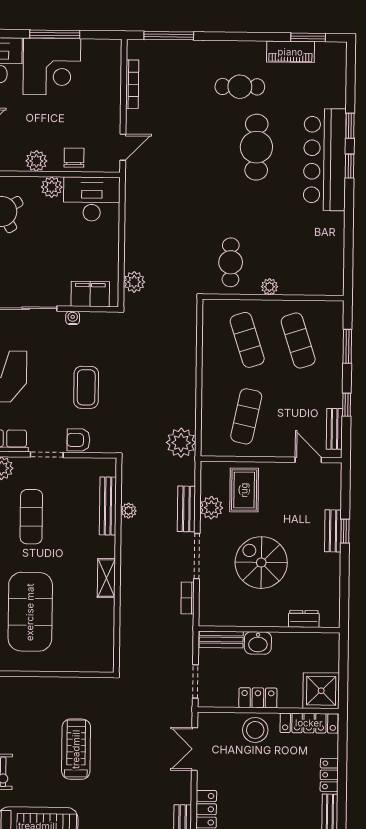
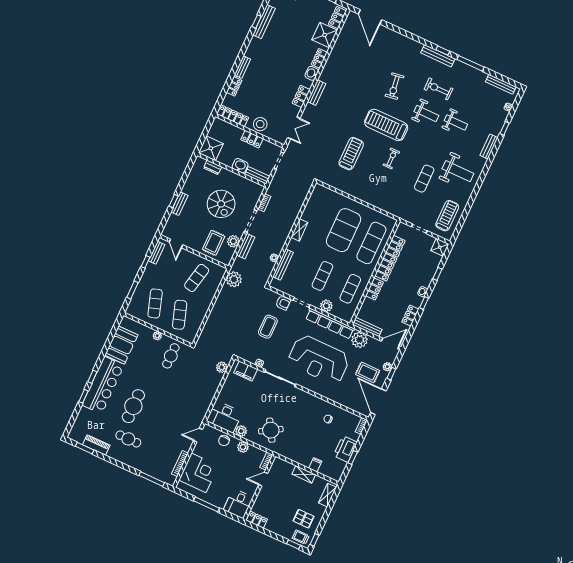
corner desk: (52, 67) -> (199, 473), moved, turned 90
booth: (324, 243) -> (121, 345), added
shower: (321, 691) -> (211, 148), moved
treadmill: (76, 749) -> (351, 154), turned 180

